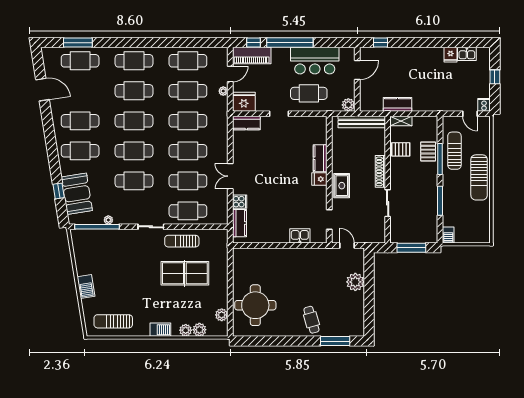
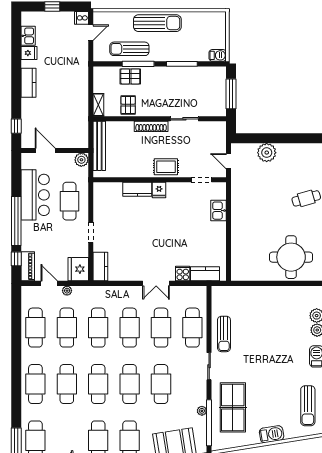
piano: (252, 56) -> (28, 266), width x0.73, depth x0.75
kitchen counter: (398, 104) -> (29, 83), moved, turned 180
door: (347, 245) -> (229, 161), hinge flipped
table tennis table: (185, 273) -> (233, 407), moved
plant: (222, 315) -> (301, 292), removed

